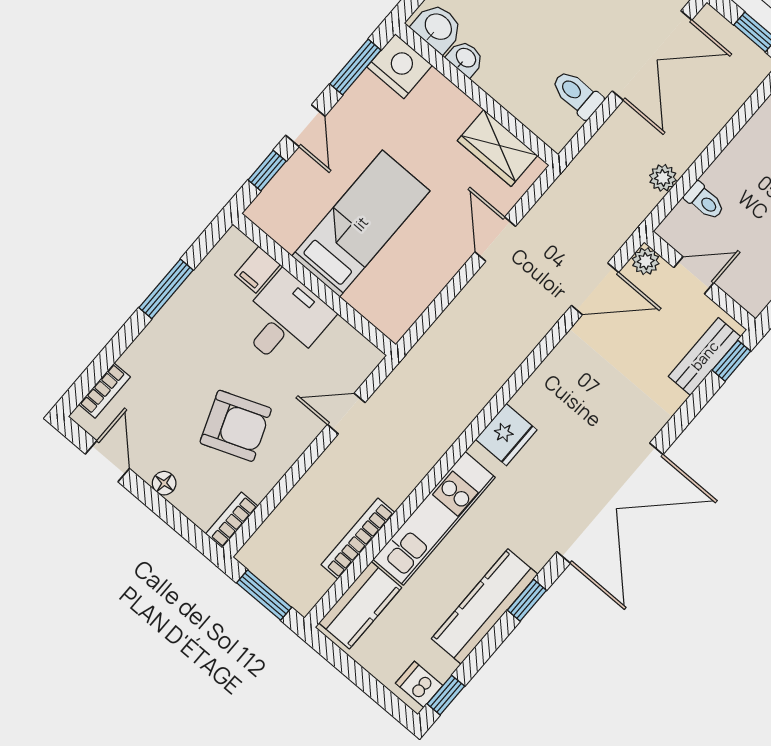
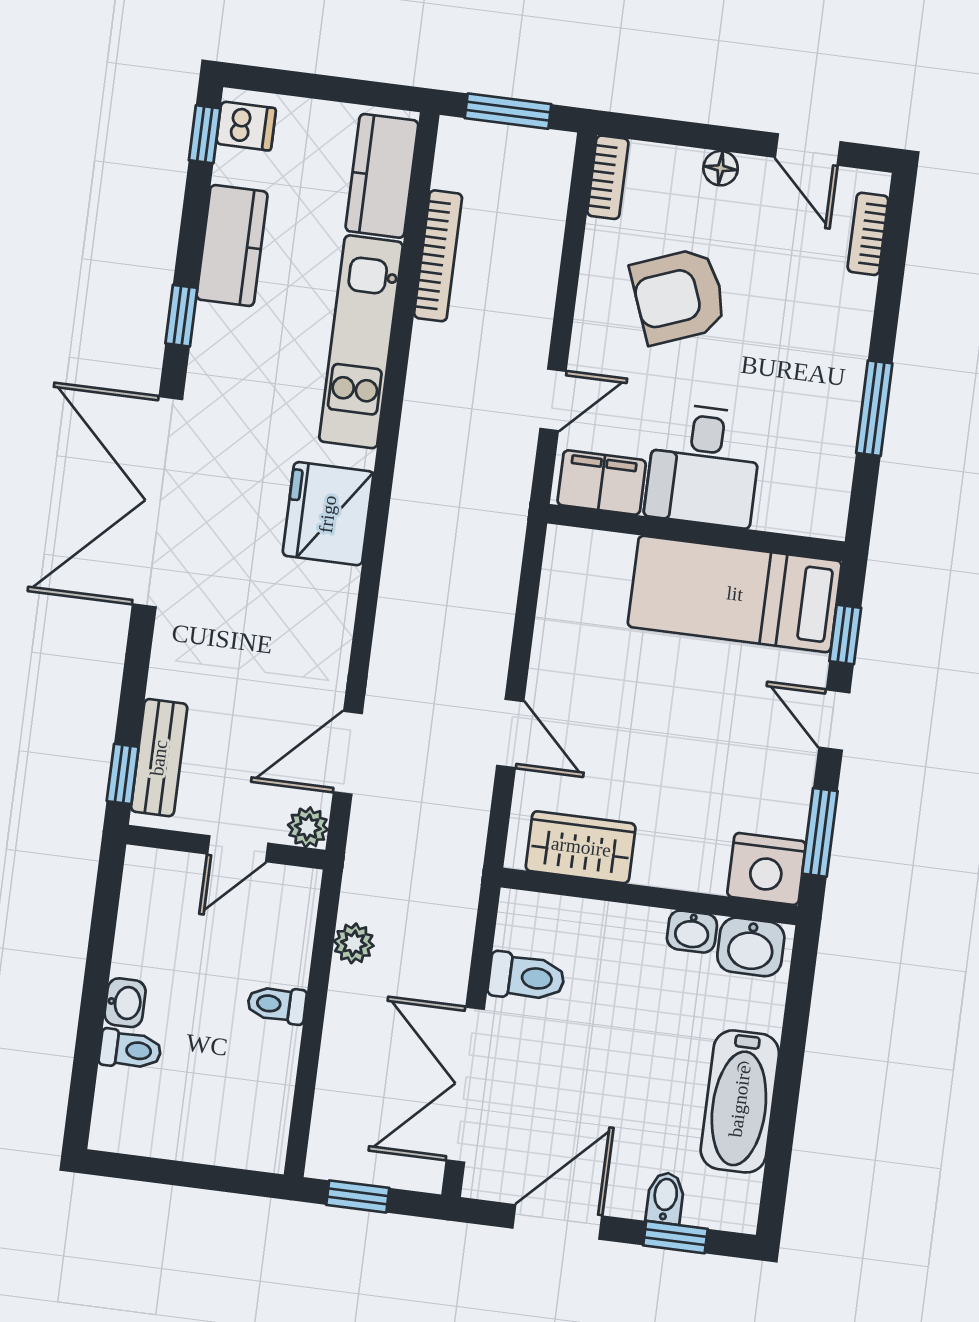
toilet: (705, 201) -> (277, 1004), moved
bed: (361, 224) -> (735, 594), moved, turned 90
filing cabinet: (257, 270) -> (602, 483), moved, width x2.00
fridge: (506, 435) -> (328, 514), width x1.36, depth x1.34
kitchen counter: (485, 606) -> (232, 246), width x0.67

